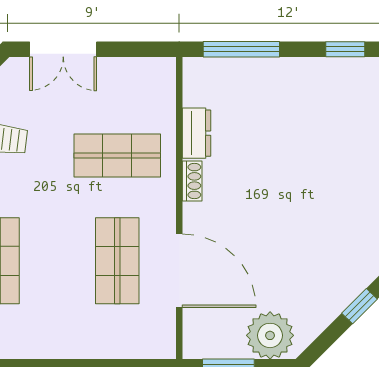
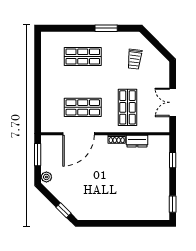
double door: (63, 49) -> (173, 102), moved
window: (241, 49) -> (173, 160), width x0.46
plant: (270, 335) -> (46, 177), width x0.53, depth x0.53

